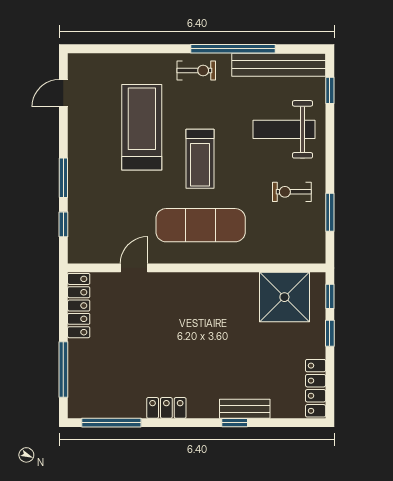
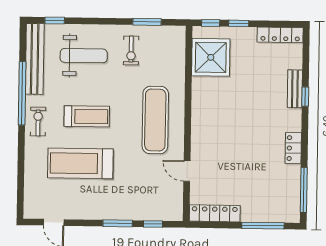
weight bench: (284, 129) -> (84, 56), turned -90
treadmill: (200, 159) -> (87, 116), moved

